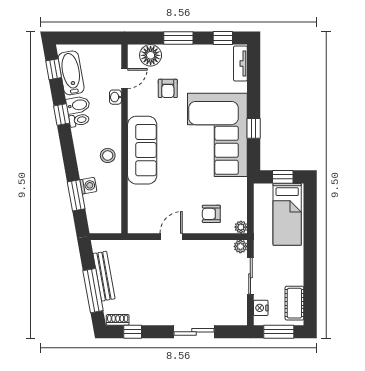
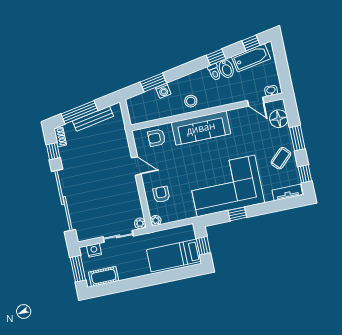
coffee table: (198, 63) -> (281, 158), added
armchair: (168, 88) -> (157, 138), moved
washbasin: (115, 97) -> (271, 91), moved
sliding door: (194, 332) -> (64, 200), width x1.86

